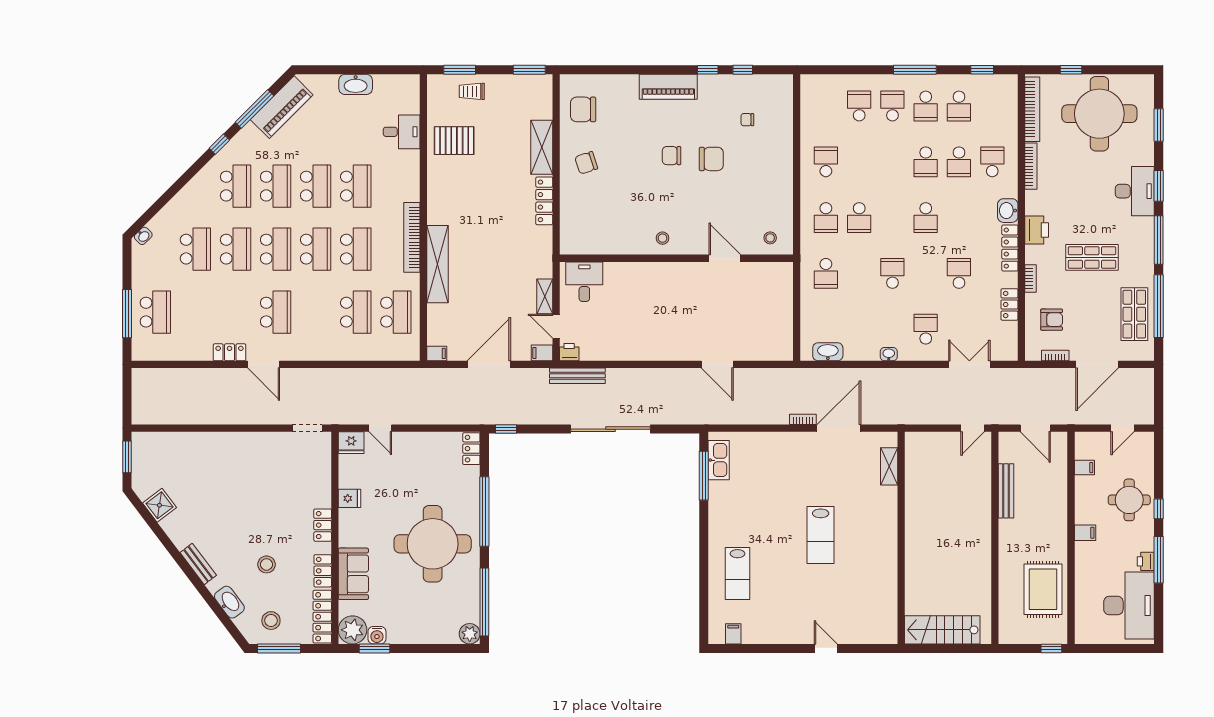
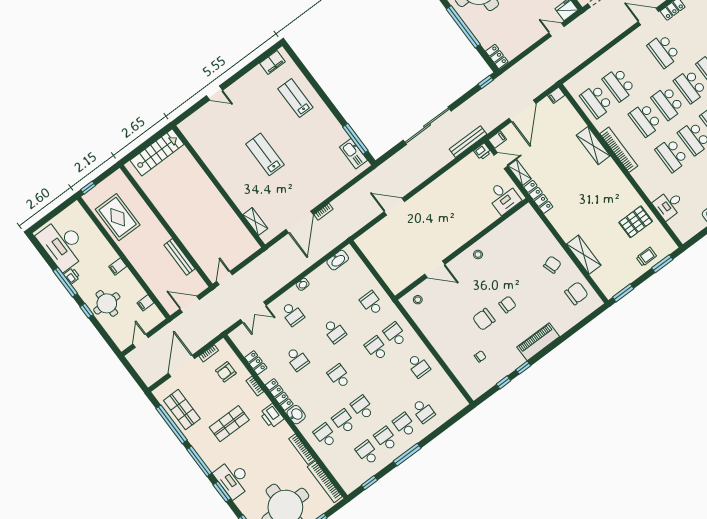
school desk: (892, 106) -> (405, 425), turned 180
school desk: (992, 162) -> (325, 435), turned 180
locker: (544, 201) -> (538, 197), moved
shelving: (437, 264) -> (593, 146), width x0.68
filing cabinet: (733, 634) -> (272, 62), width x2.00

